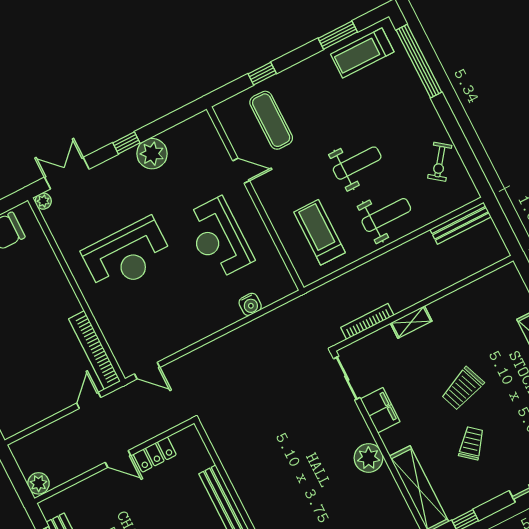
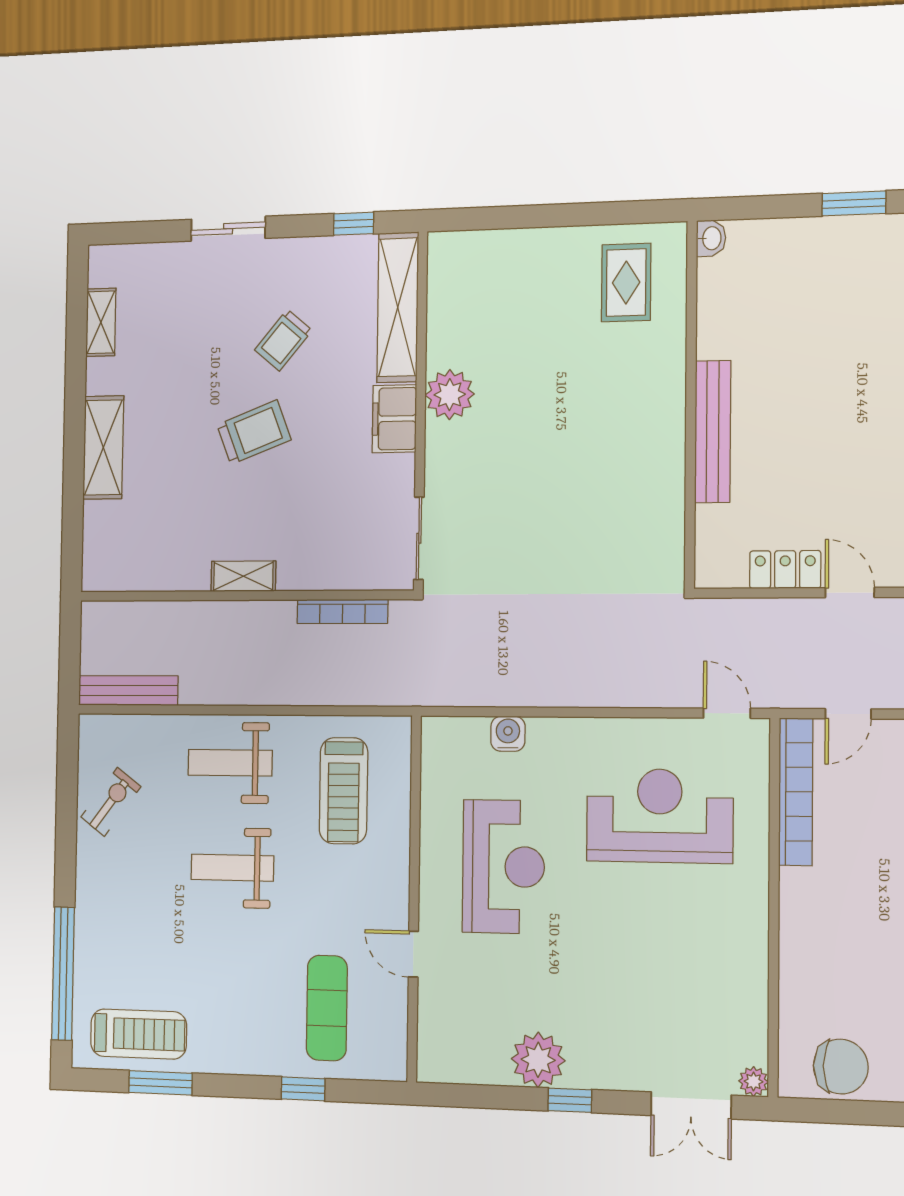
reception desk: (127, 255) -> (660, 816), moved
shelving: (411, 322) -> (243, 576), moved
filing cabinet: (380, 410) -> (394, 419), moved

